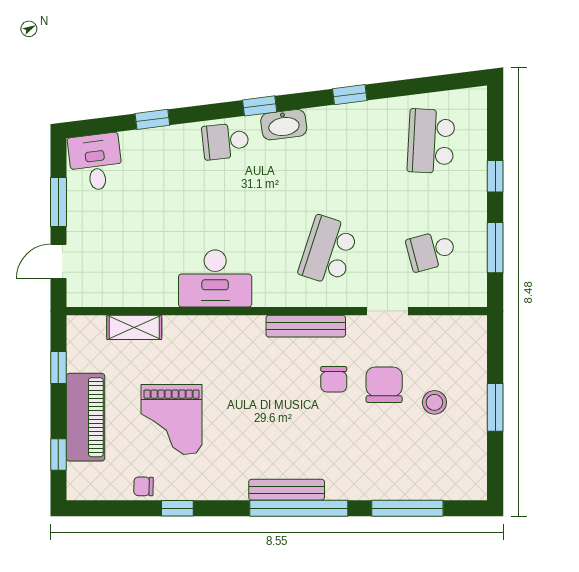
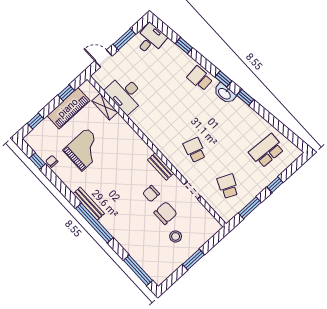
window: (350, 95) -> (245, 97), moved
school desk: (328, 251) -> (195, 150), width x0.54
school desk: (431, 251) -> (228, 186), turned 39
desk: (215, 278) -> (125, 94), moved
bench: (306, 326) -> (161, 166), width x0.73
piano: (86, 417) -> (68, 108), moved
grand piano: (172, 419) -> (84, 149), turned 180
bench: (287, 490) -> (89, 204), moved
window: (177, 508) -> (37, 161), moved
window: (407, 508) -> (138, 270), moved

